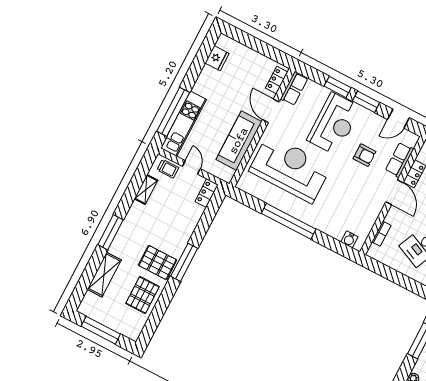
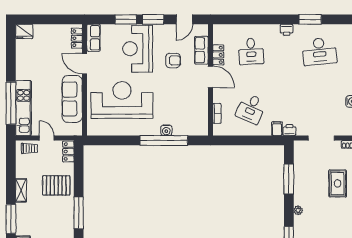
fridge: (217, 58) -> (24, 31), moved, turned 90
reception desk: (334, 124) -> (138, 49), turned 180
shelving: (146, 189) -> (21, 190), moved
window: (289, 221) -> (164, 140), moved
water cooler: (349, 239) -> (166, 130), moved
pallet: (158, 263) -> (56, 185), moved

